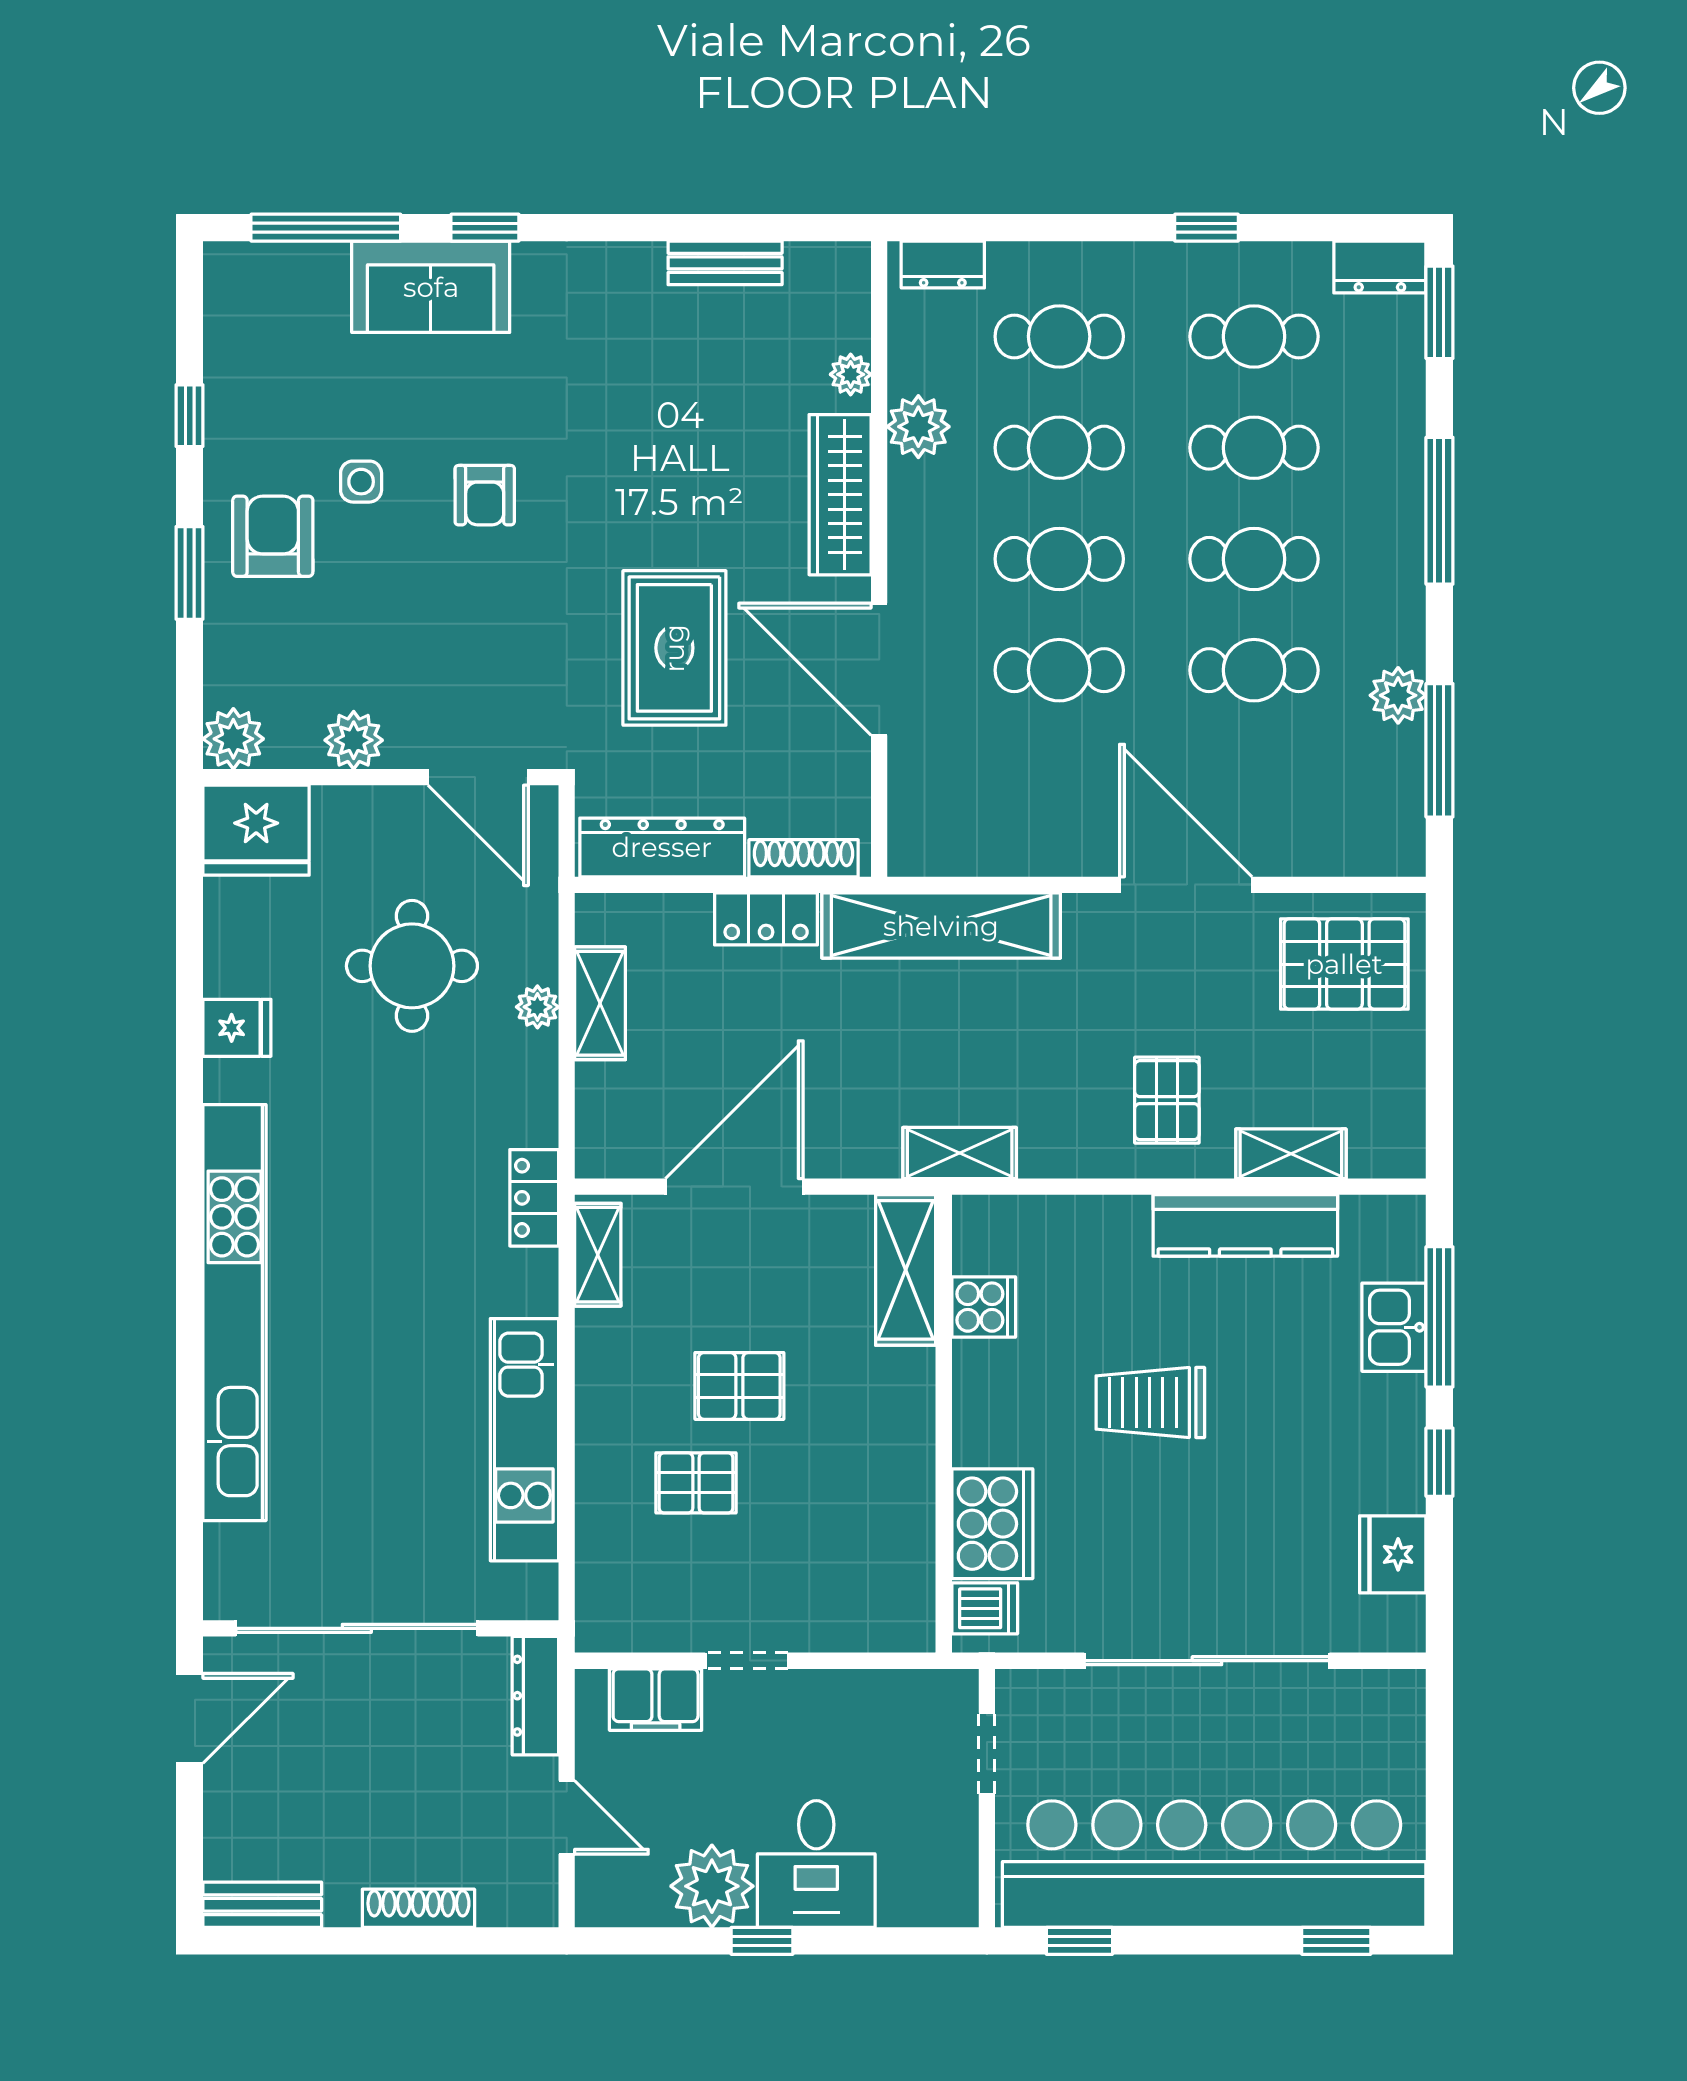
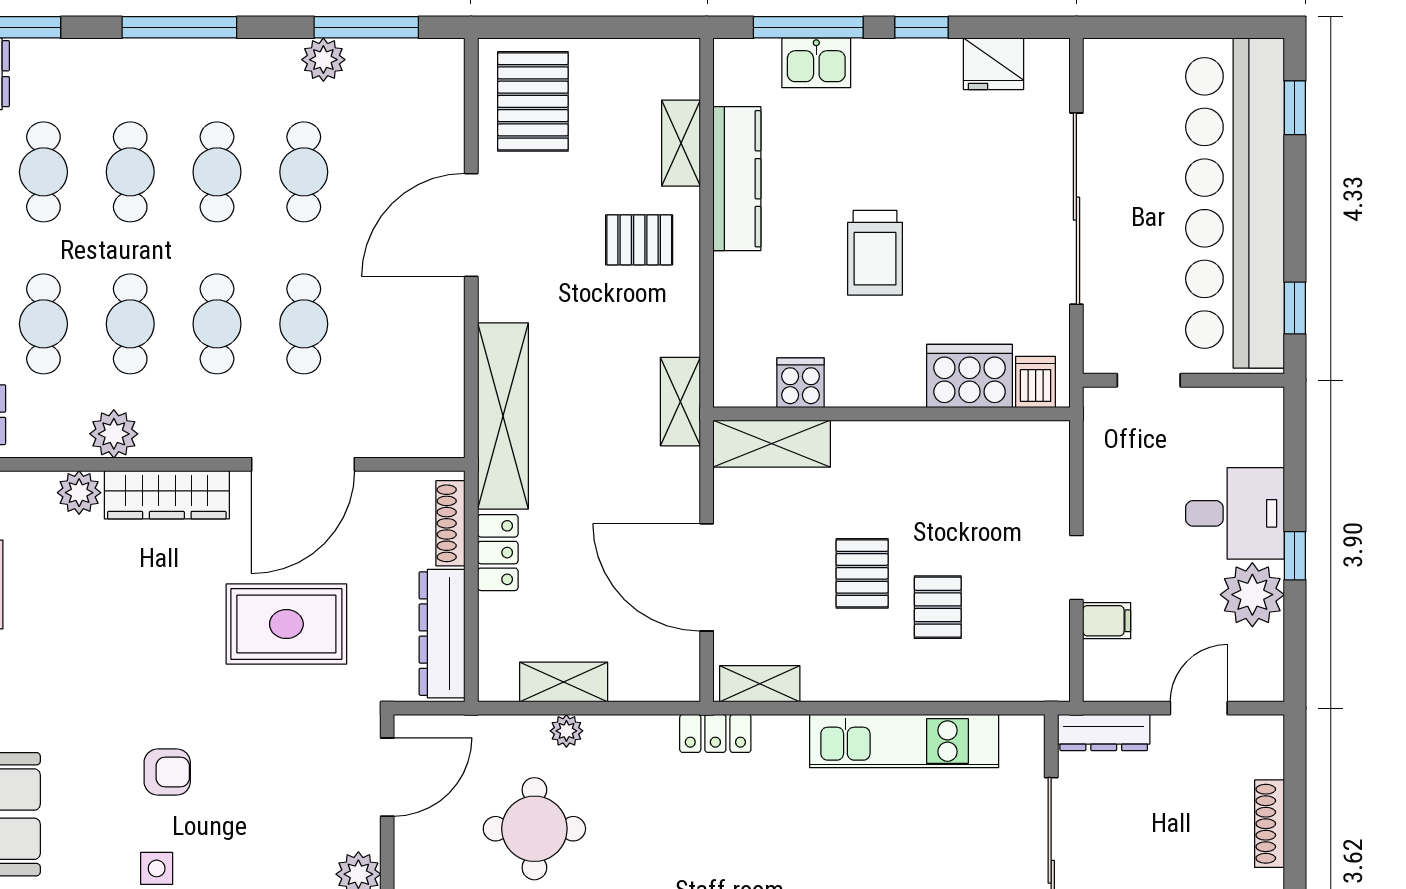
plant: (851, 374) -> (79, 493), width x1.38, depth x1.38
filing cabinet: (656, 1700) -> (1107, 621), width x0.50

